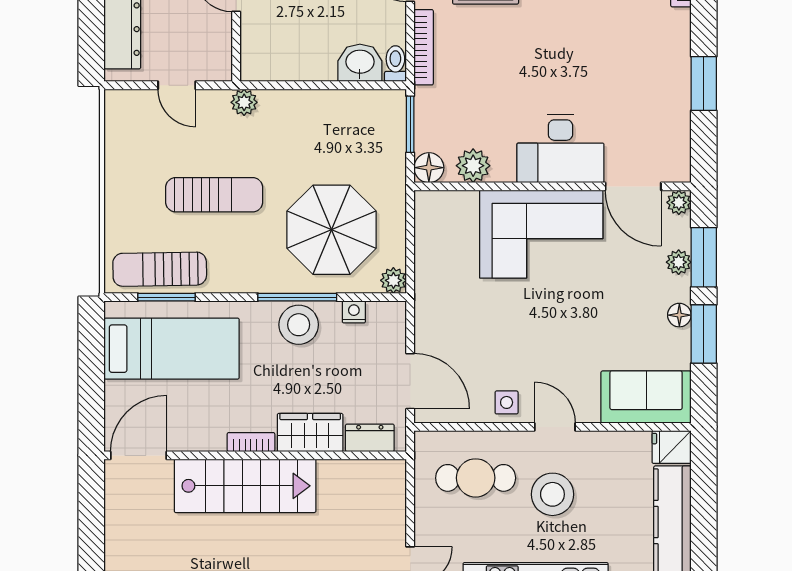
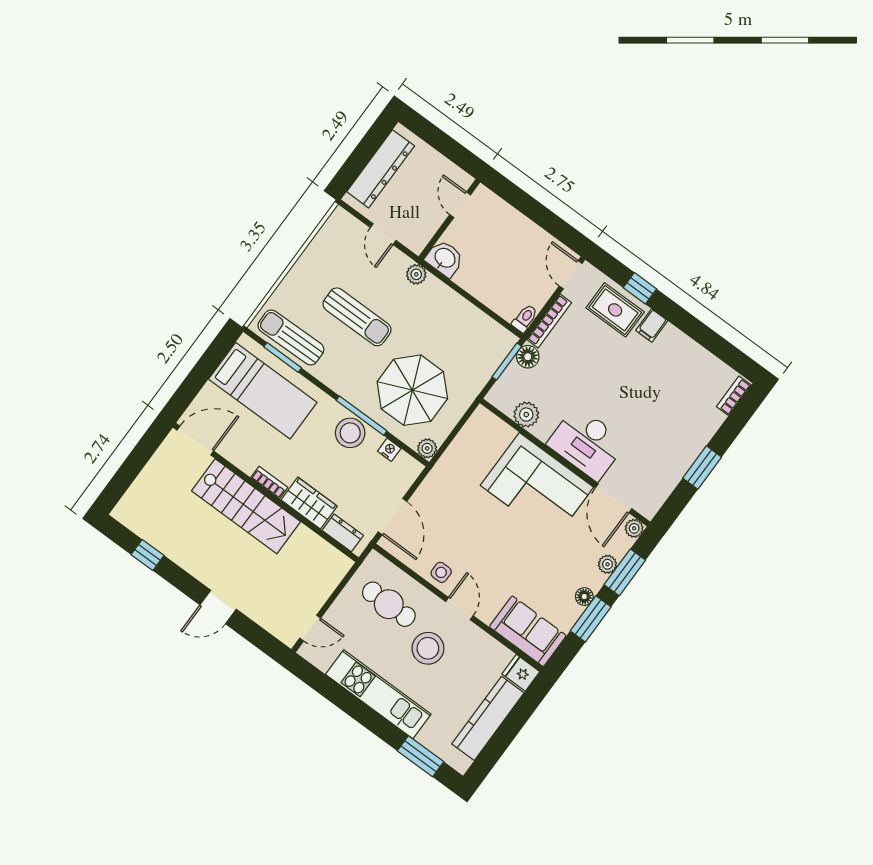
washbasin: (360, 63) -> (445, 258), moved
floor lamp: (429, 168) -> (528, 357), moved

